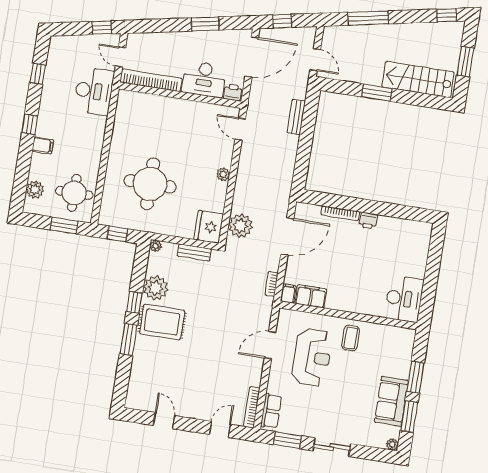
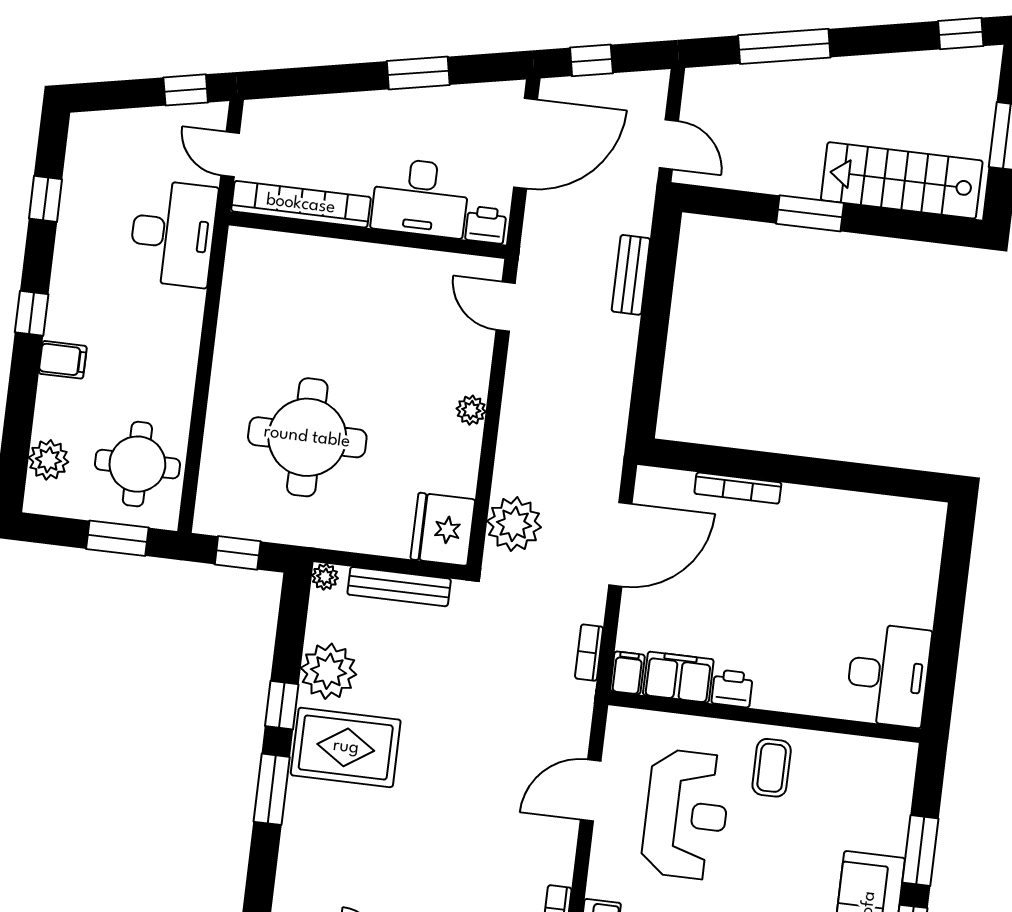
printer: (368, 221) -> (732, 688), moved, turned 180
bench: (194, 252) -> (399, 587), width x1.36

